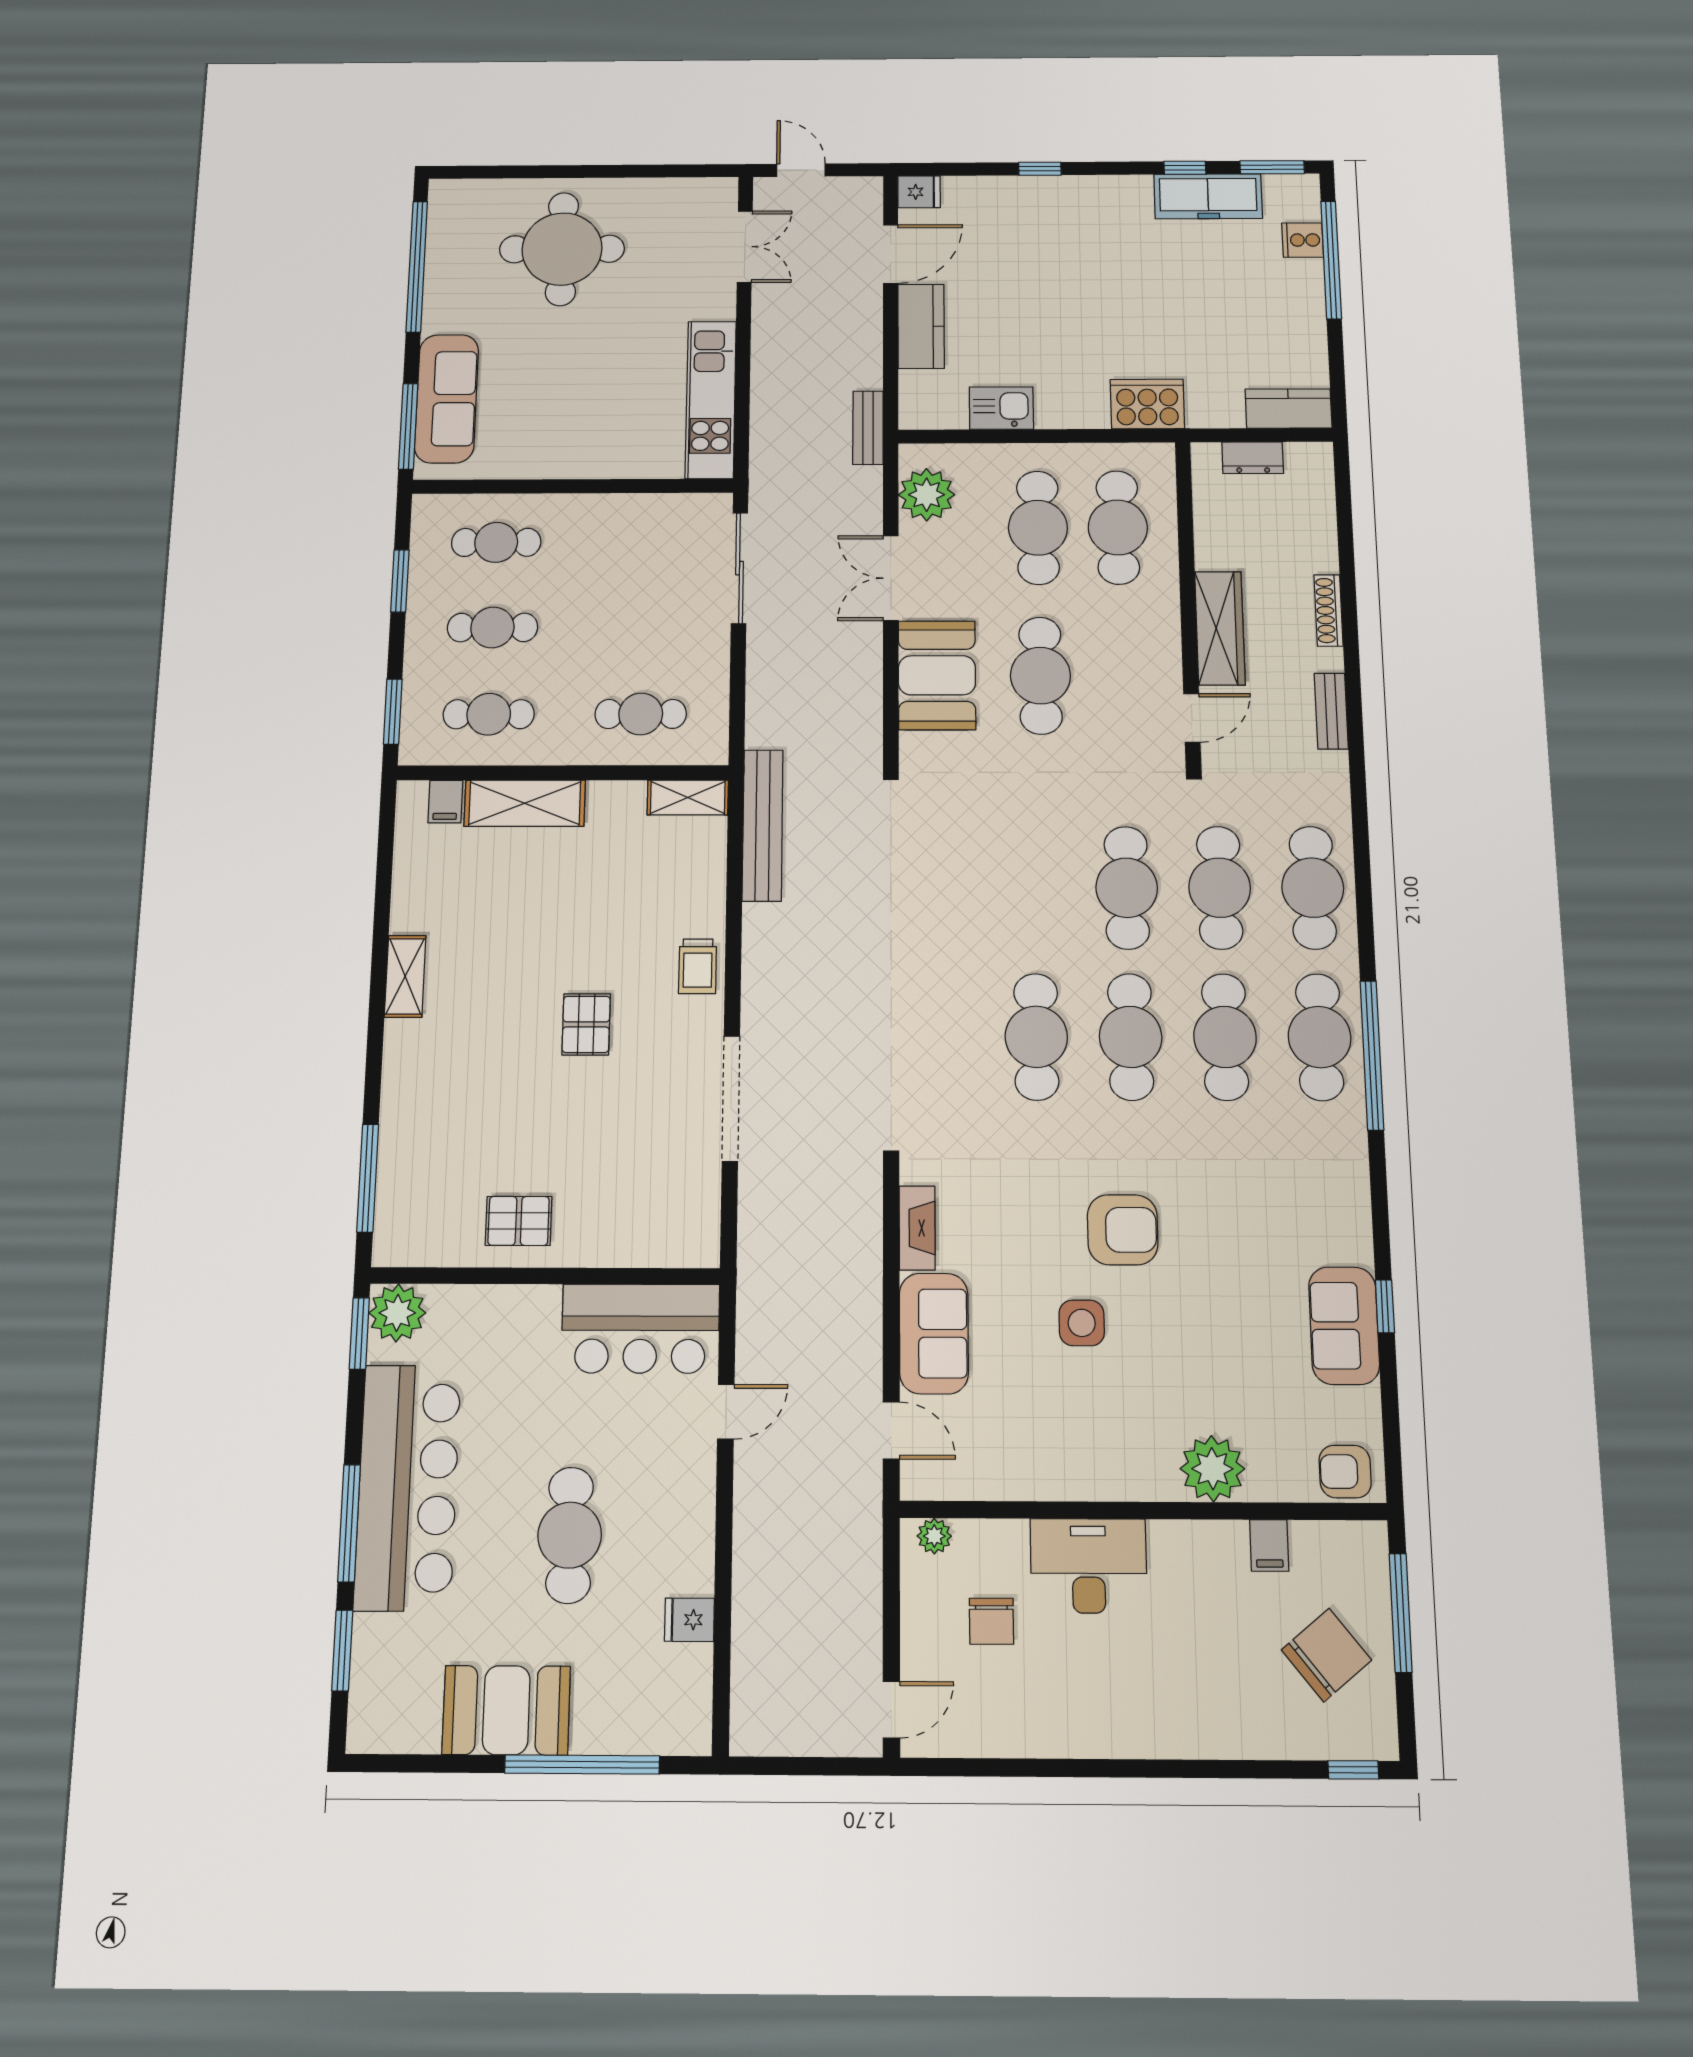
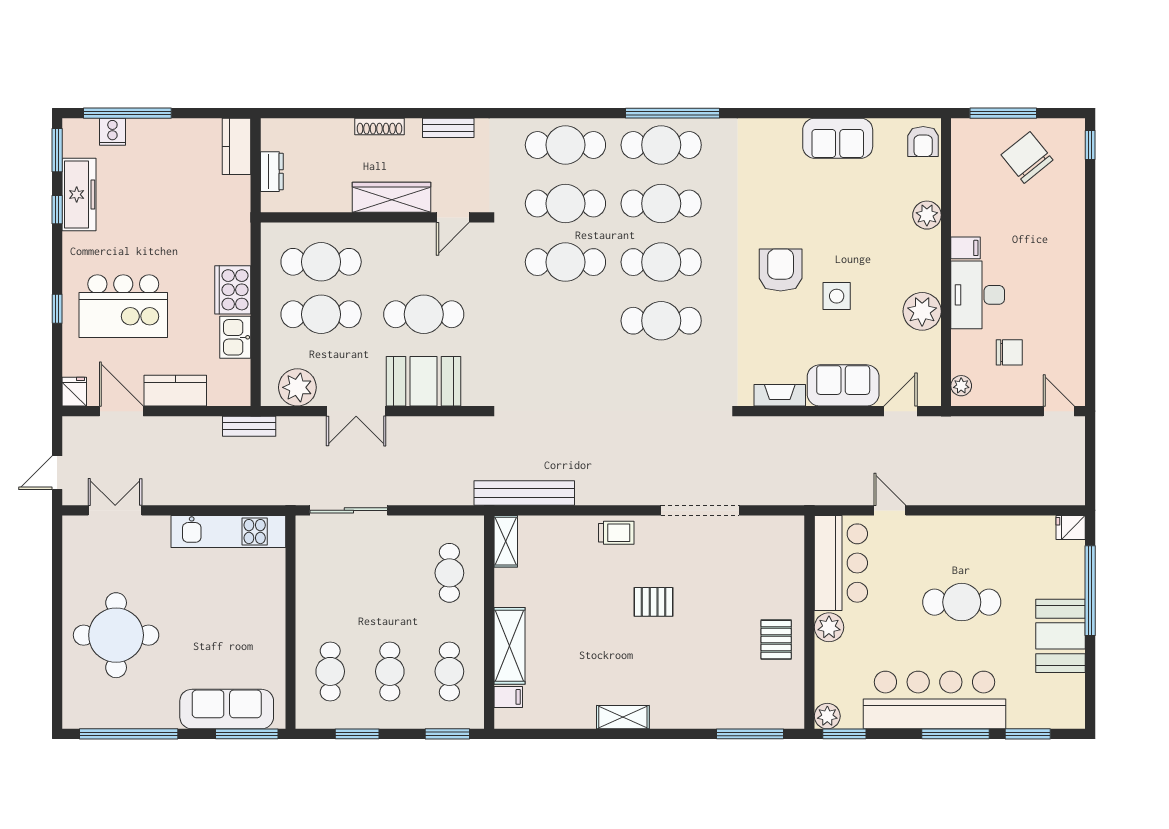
kitchen island: (1045, 256) -> (123, 306), added
cooker: (1147, 404) -> (233, 290), moved
door: (1192, 718) -> (453, 217), swing flipped
window: (1385, 1306) -> (826, 113), removed
plant: (535, 1308) -> (829, 627), added
plant: (397, 1313) -> (827, 716), width x0.73, depth x0.73
plant: (1059, 1469) -> (922, 311), added
plant: (1212, 1469) -> (927, 215), width x0.73, depth x0.73
filing cabinet: (1269, 1545) -> (966, 248), moved
fridge: (689, 1620) -> (1071, 528), moved, turned 90

